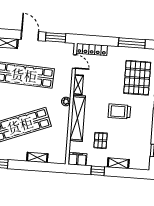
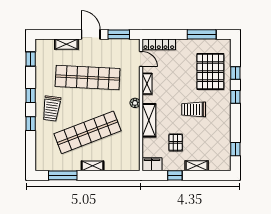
shelving: (78, 118) -> (149, 120), width x0.68
shelving: (37, 157) -> (93, 166), moved

